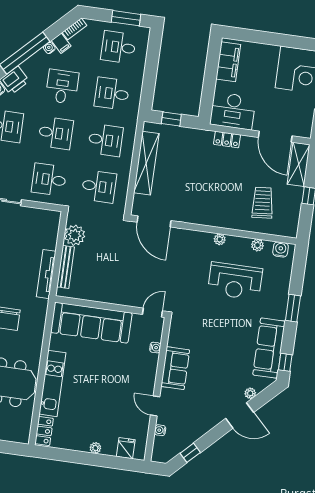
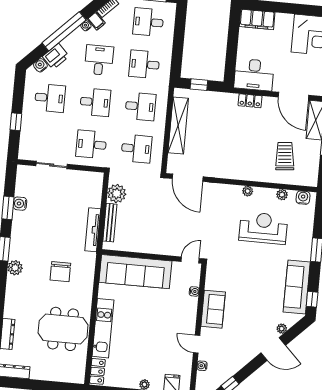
filing cabinet: (228, 62) -> (257, 19), moved, turned 90
reception desk: (235, 281) -> (263, 228), turned 180

